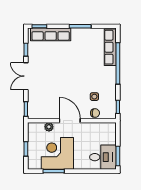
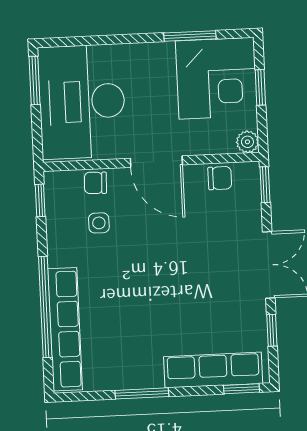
row of seats: (110, 47) -> (65, 329), width x1.36
chair: (44, 113) -> (220, 178), added
plant: (49, 127) -> (247, 142), moved
corner desk: (57, 153) -> (216, 78), moved
desk: (103, 157) -> (82, 102), width x1.87, depth x1.30

